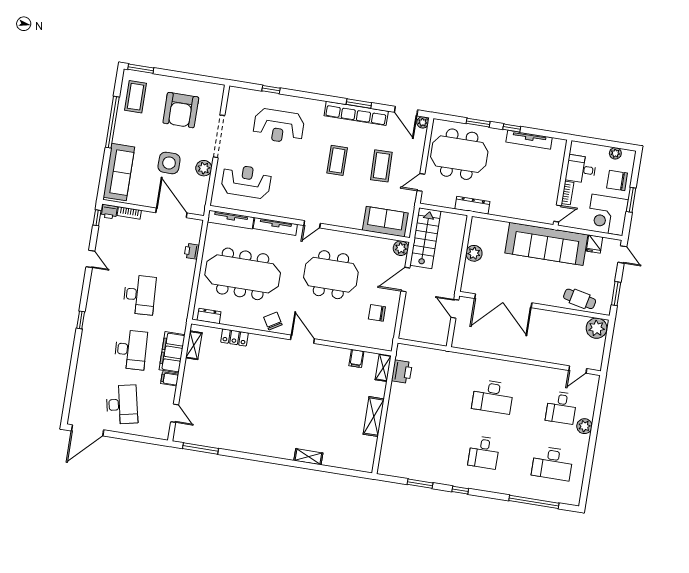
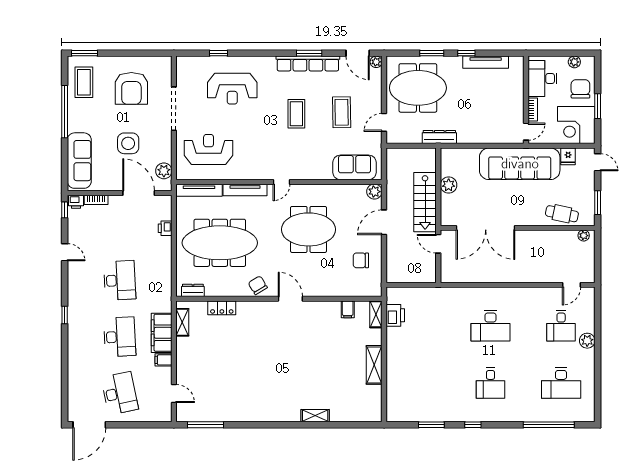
plant: (204, 168) -> (164, 171), moved
desk: (581, 169) -> (542, 79), width x1.37
chair: (617, 180) -> (580, 89), turned 90
stairs: (425, 238) -> (425, 202), moved, turned 180
plant: (597, 328) -> (584, 236), width x0.53, depth x0.53

